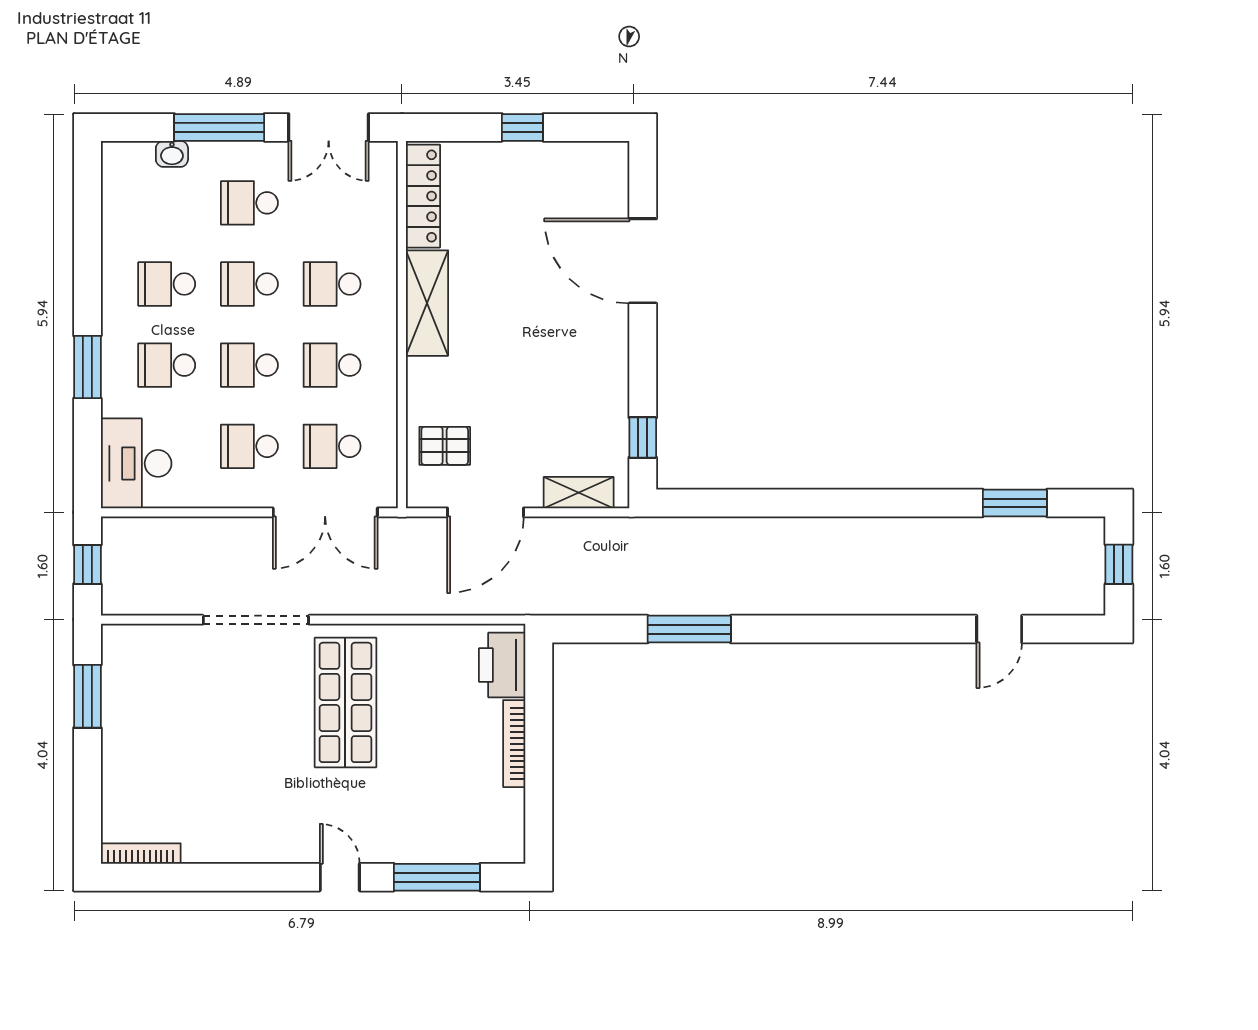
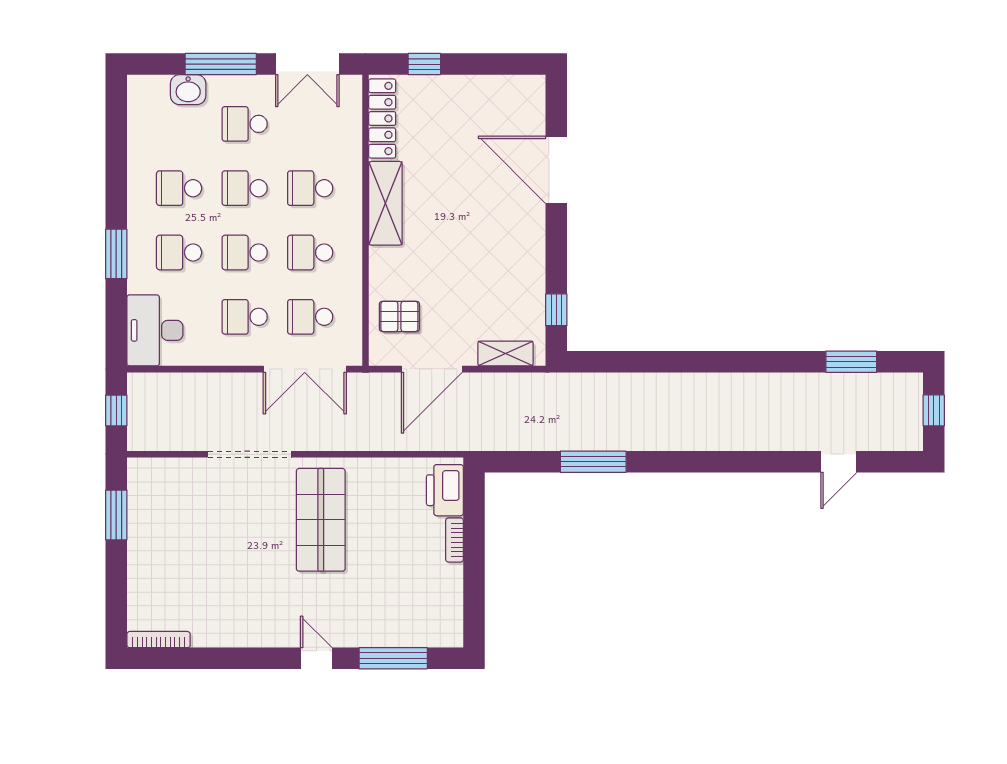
window: (522, 127) -> (424, 64), moved
washbasin: (172, 154) -> (188, 90), width x1.38, depth x1.45
bookcase: (514, 744) -> (454, 540), width x0.64

